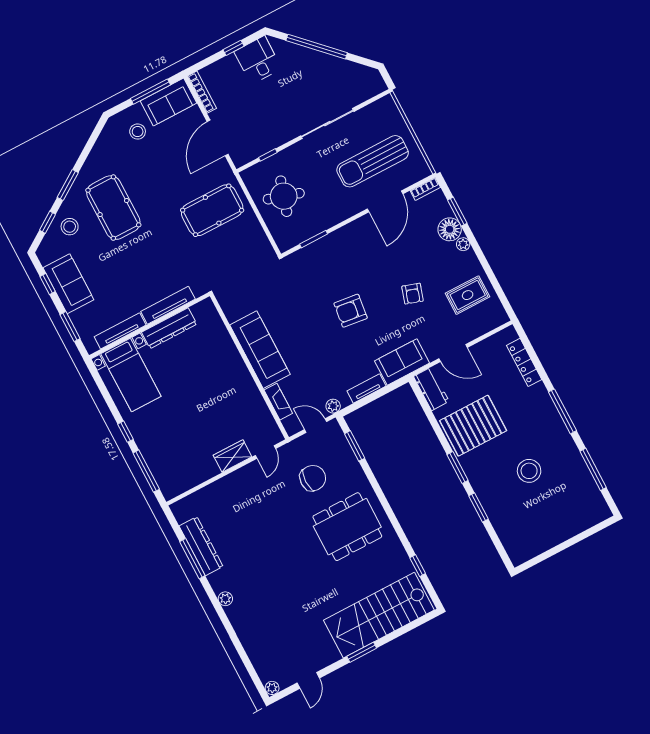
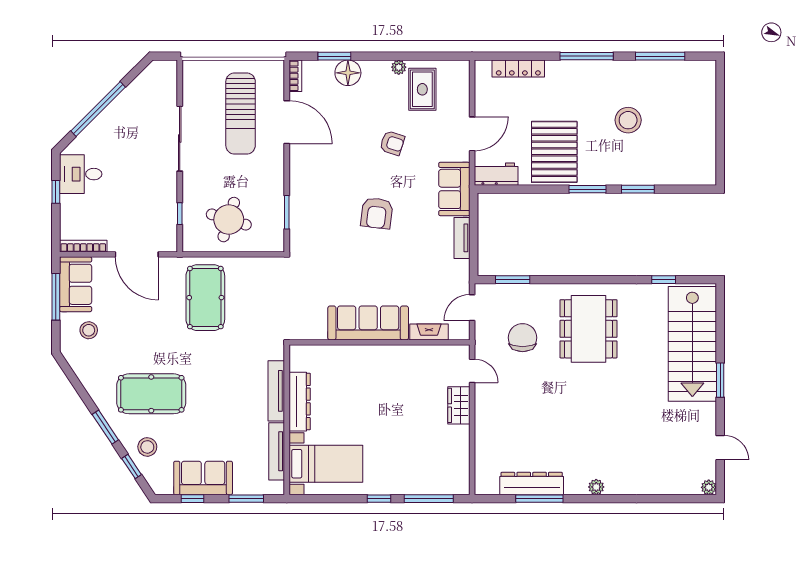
plant: (463, 244) -> (399, 67), moved
plant: (333, 406) -> (462, 280), removed

